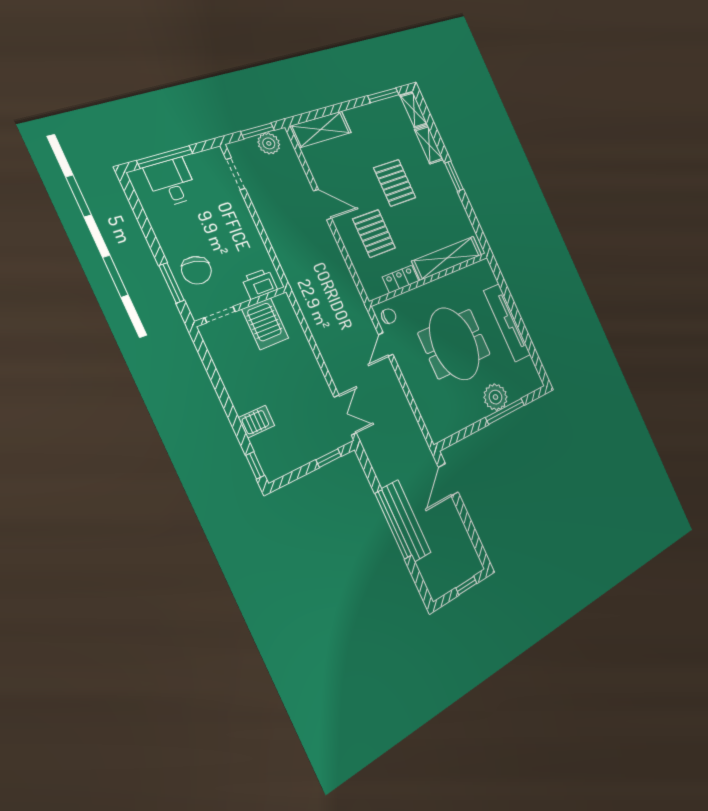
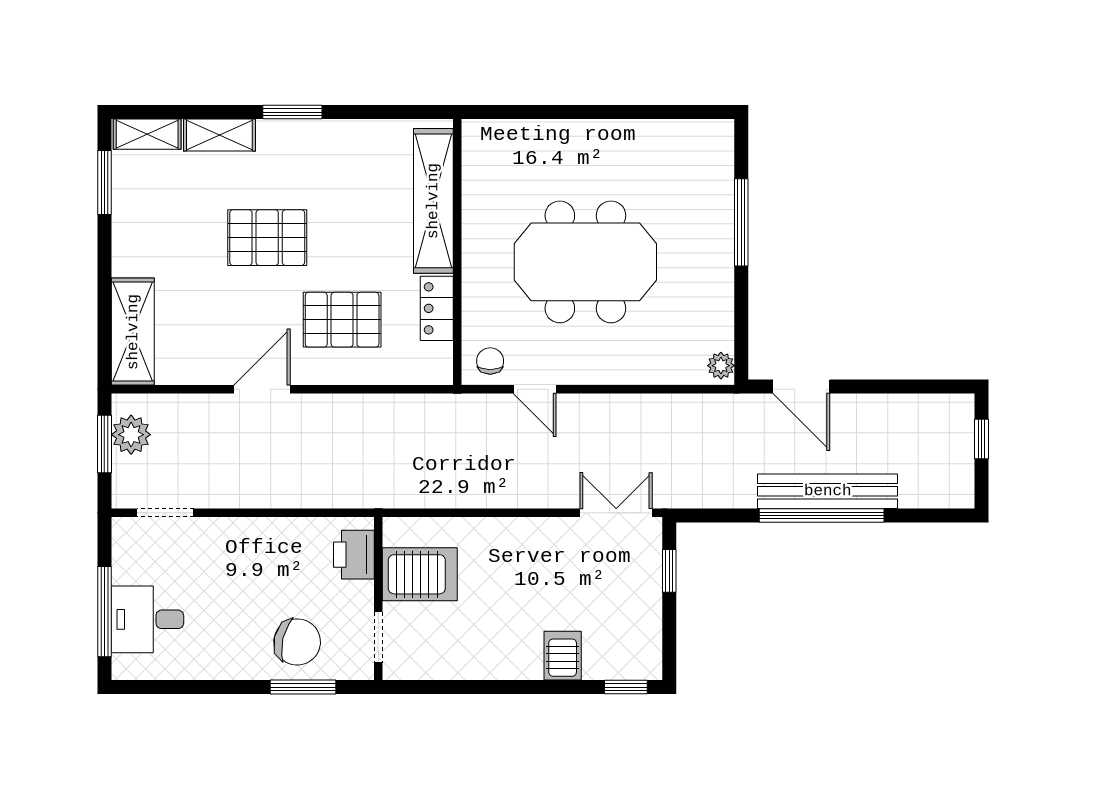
tv unit: (507, 323) -> (592, 138), removed
plant: (495, 397) -> (721, 366), moved, width x0.53, depth x0.53

